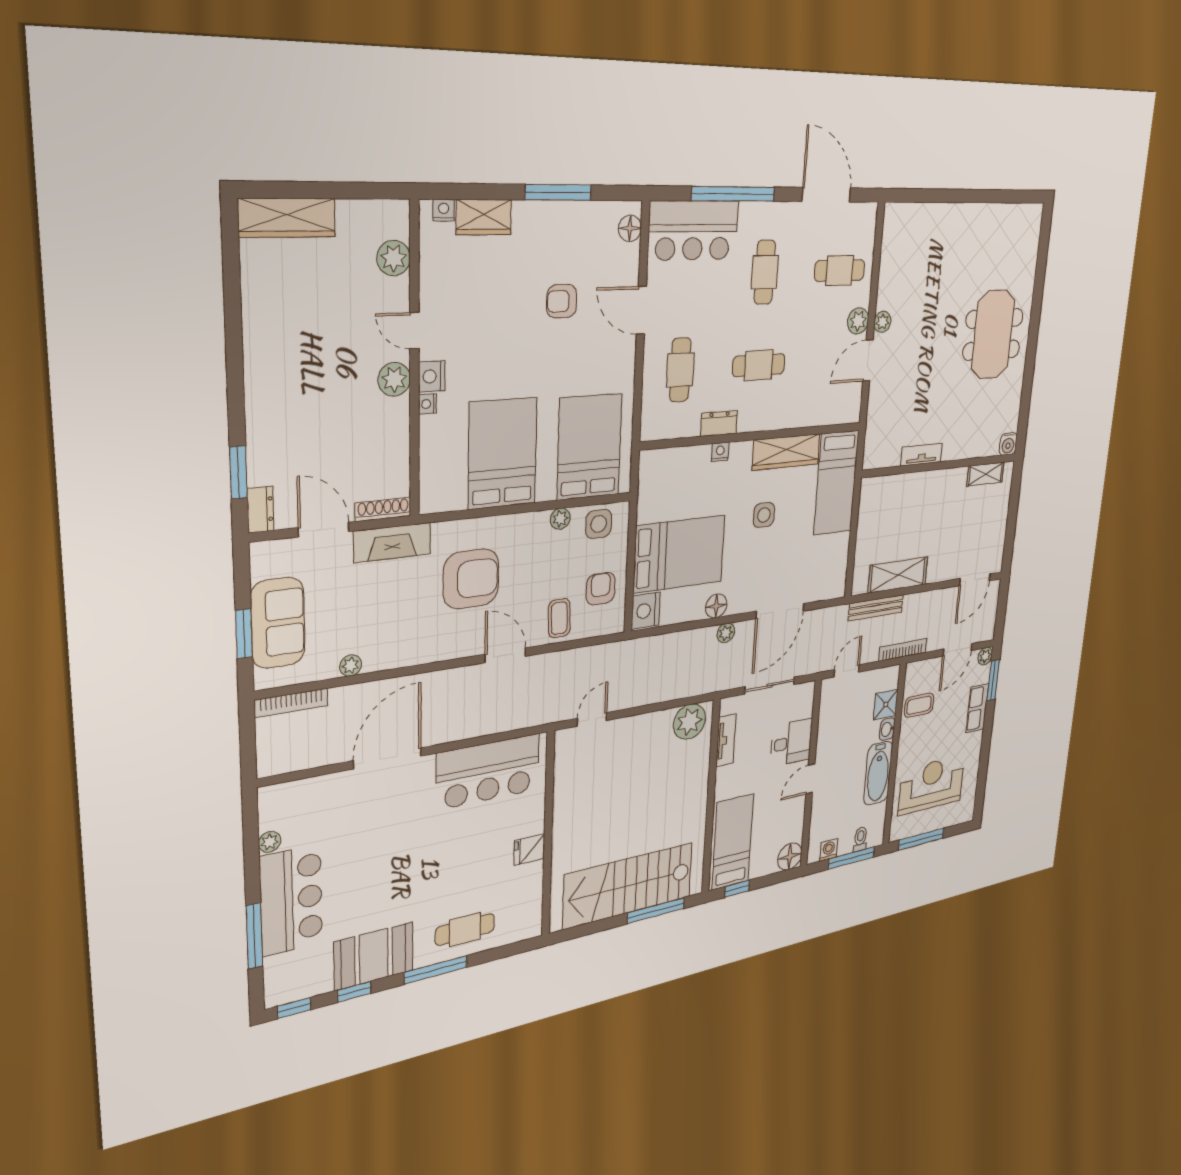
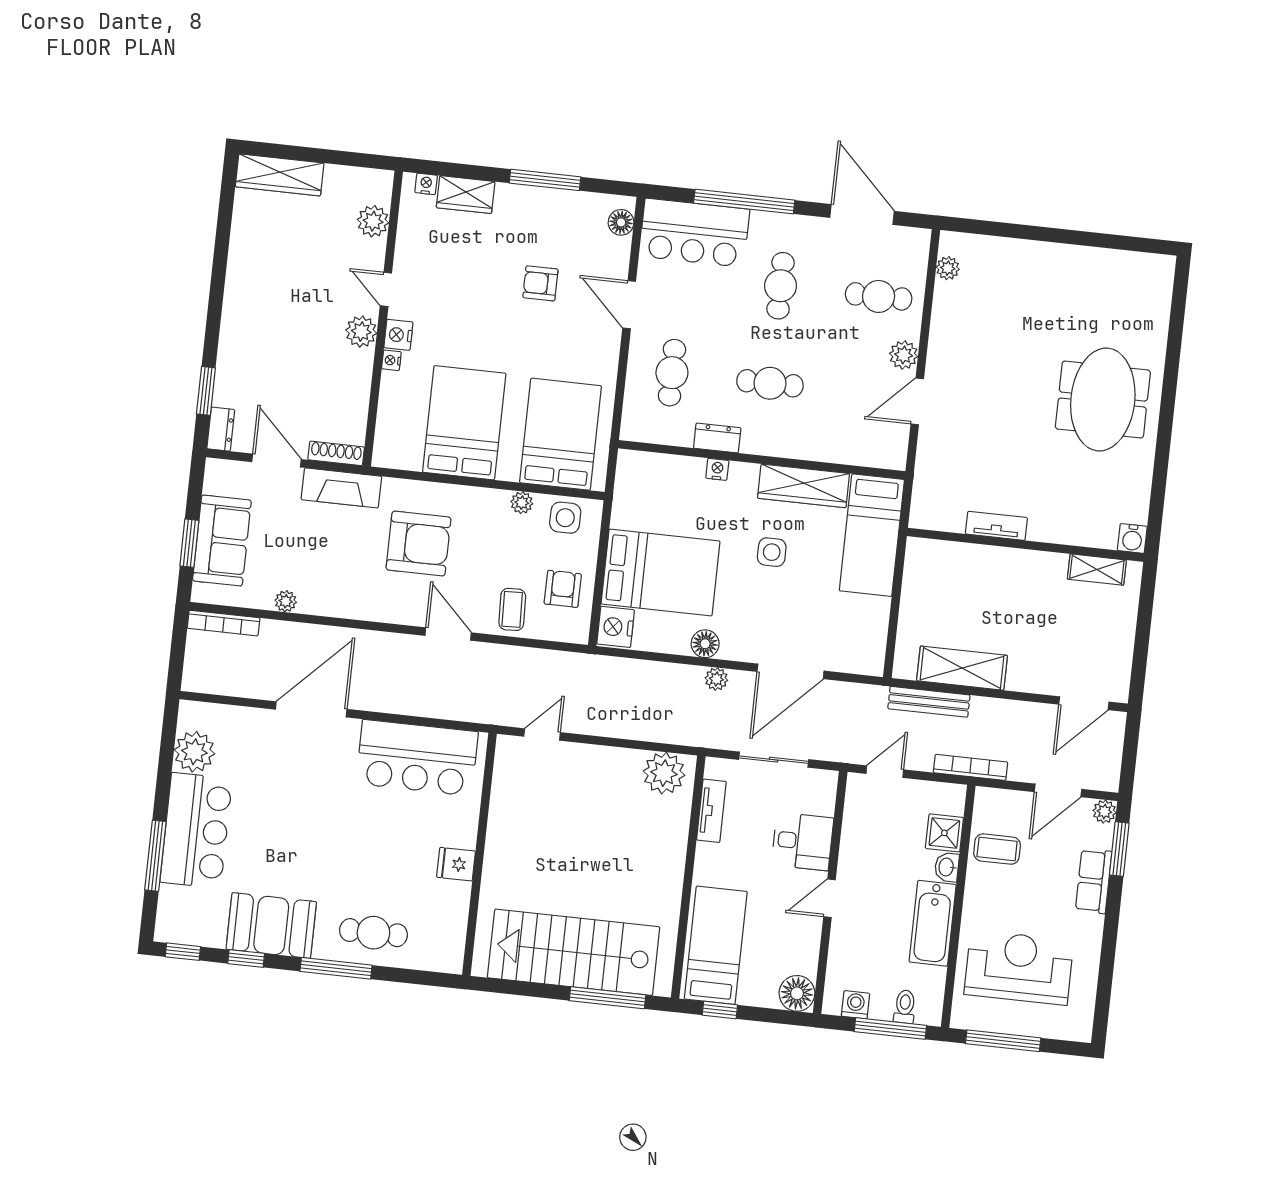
plant: (882, 322) -> (948, 268), moved
plant: (270, 842) -> (194, 752), width x1.87, depth x1.87

